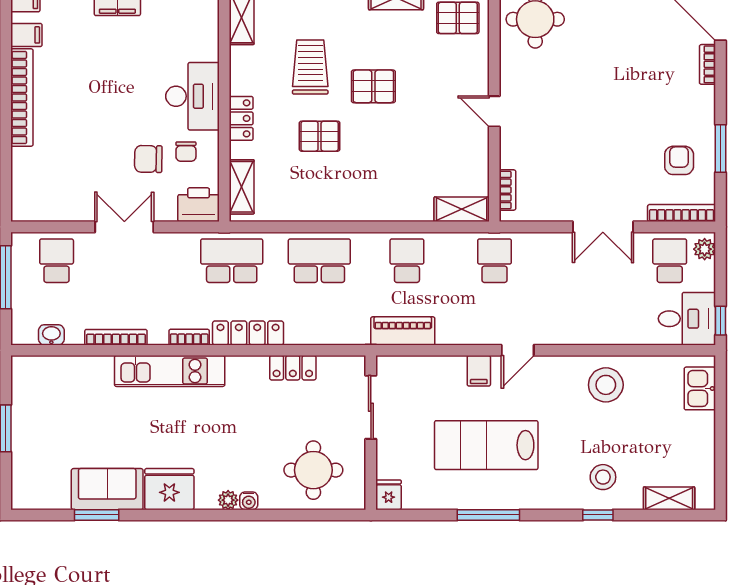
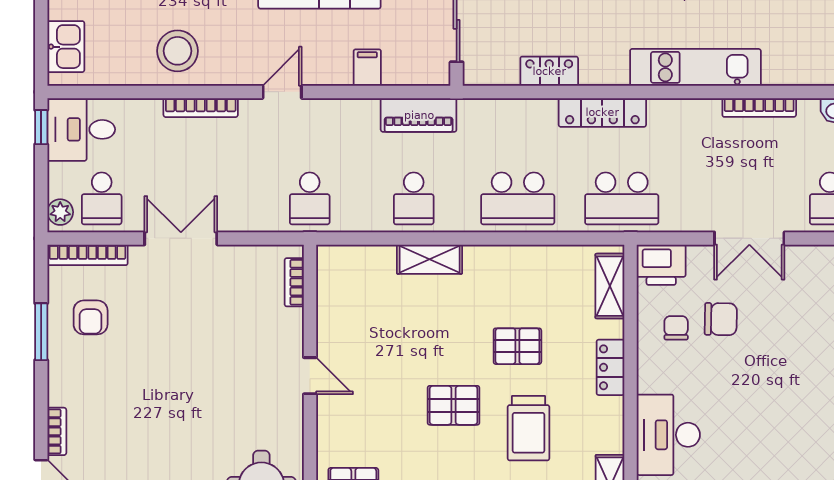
desk: (192, 96) -> (668, 435), moved
shelving: (462, 209) -> (430, 259), moved
bookcase: (189, 337) -> (201, 108), moved, width x1.56
filing cabinet: (479, 371) -> (367, 68), moved

